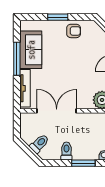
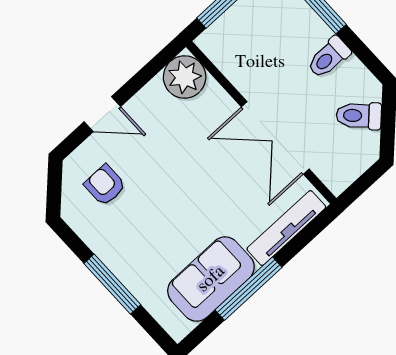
window: (58, 17) -> (112, 284), width x1.44
armchair: (74, 31) -> (105, 185), moved

